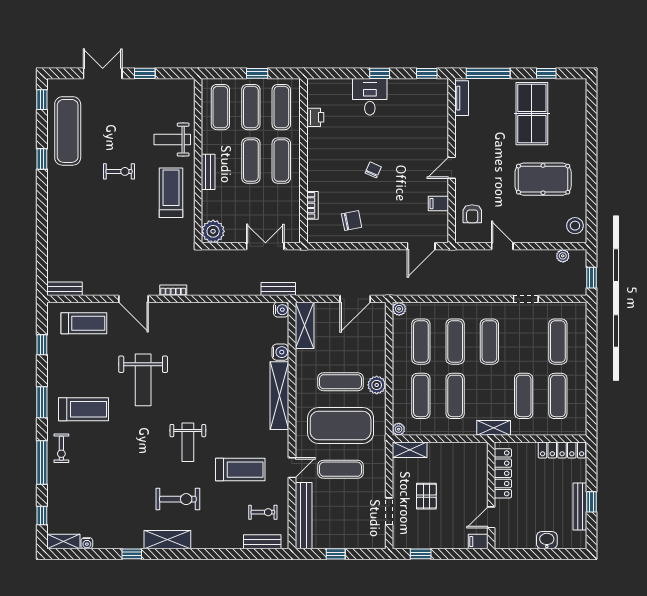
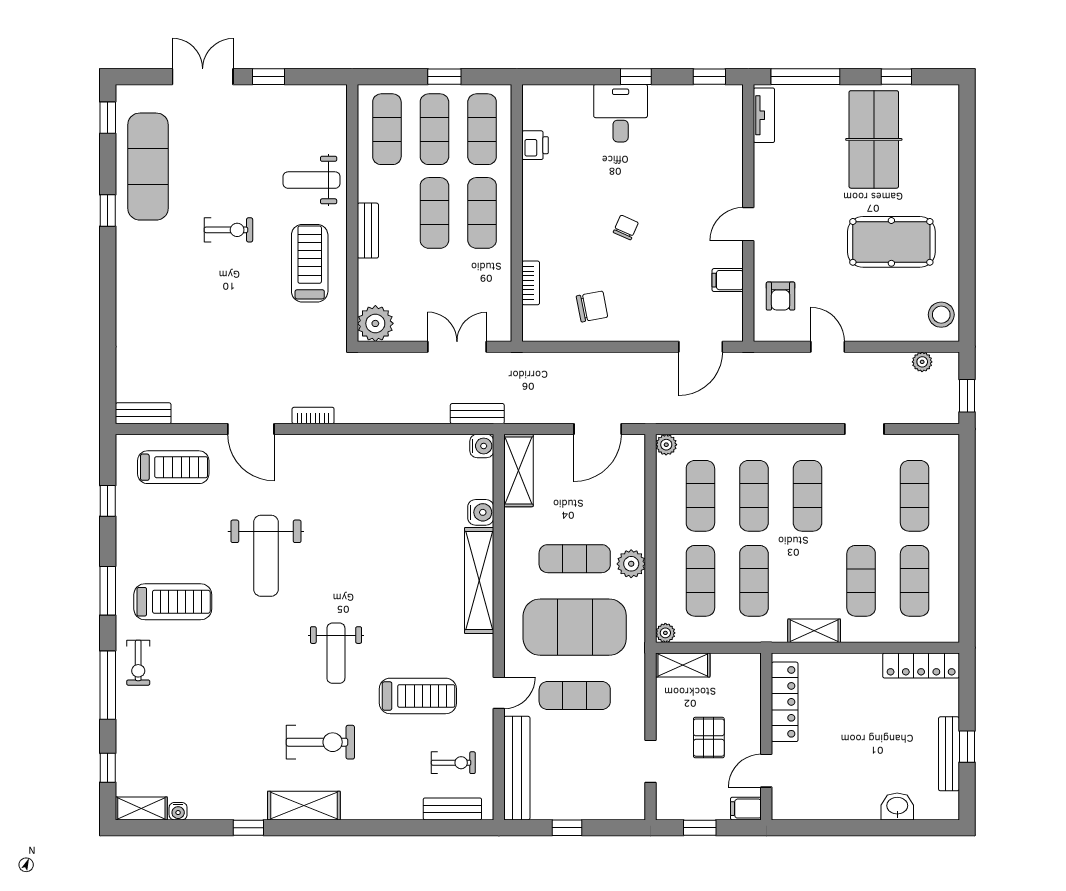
locker: (503, 473) -> (785, 702), moved
wall: (491, 495) -> (766, 736), moved
door: (491, 517) -> (766, 771), moved
filing cabinet: (478, 542) -> (746, 809), moved

